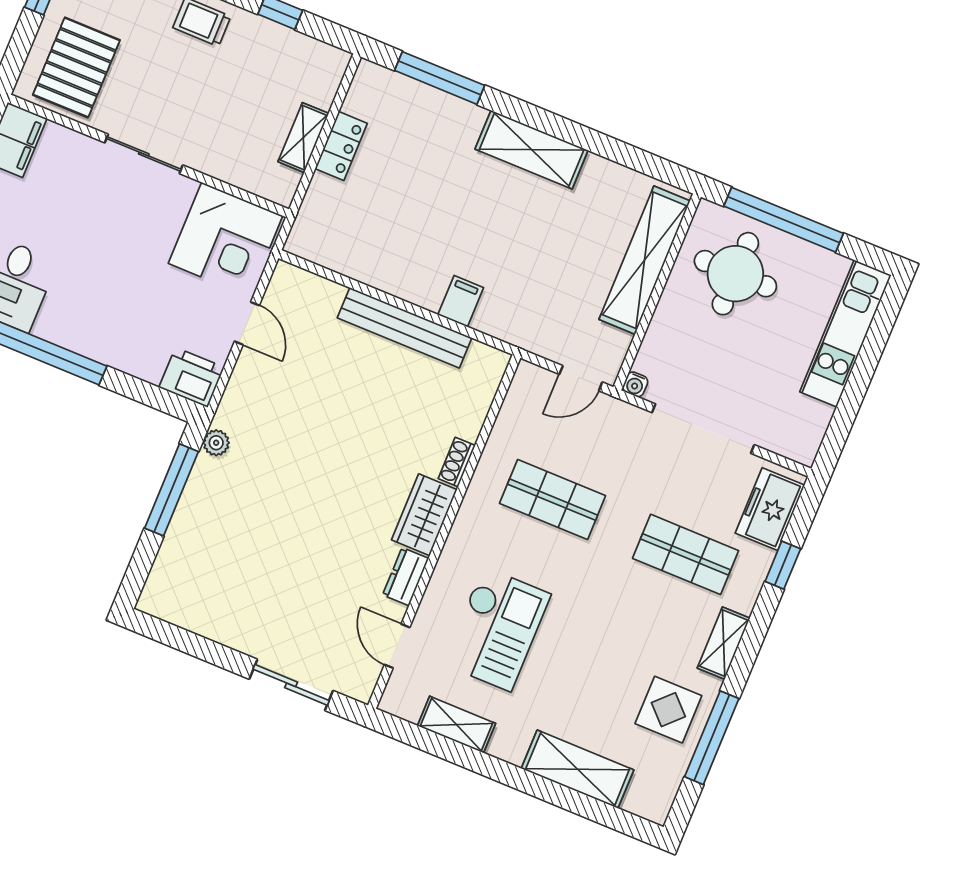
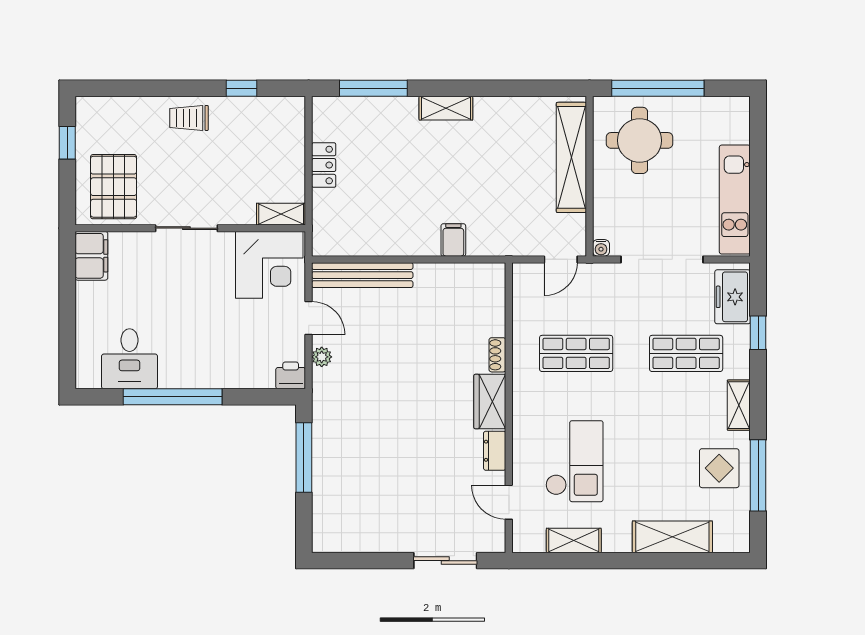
shelving: (303, 138) -> (281, 214), moved, turned 90
shelving: (532, 150) -> (446, 108), width x0.67, depth x0.75
bench: (405, 328) -> (362, 275), moved
kitchen unit: (846, 334) -> (735, 200), moved
printer: (192, 377) -> (291, 375), width x0.73, depth x0.81
plant: (216, 443) -> (322, 357), moved

